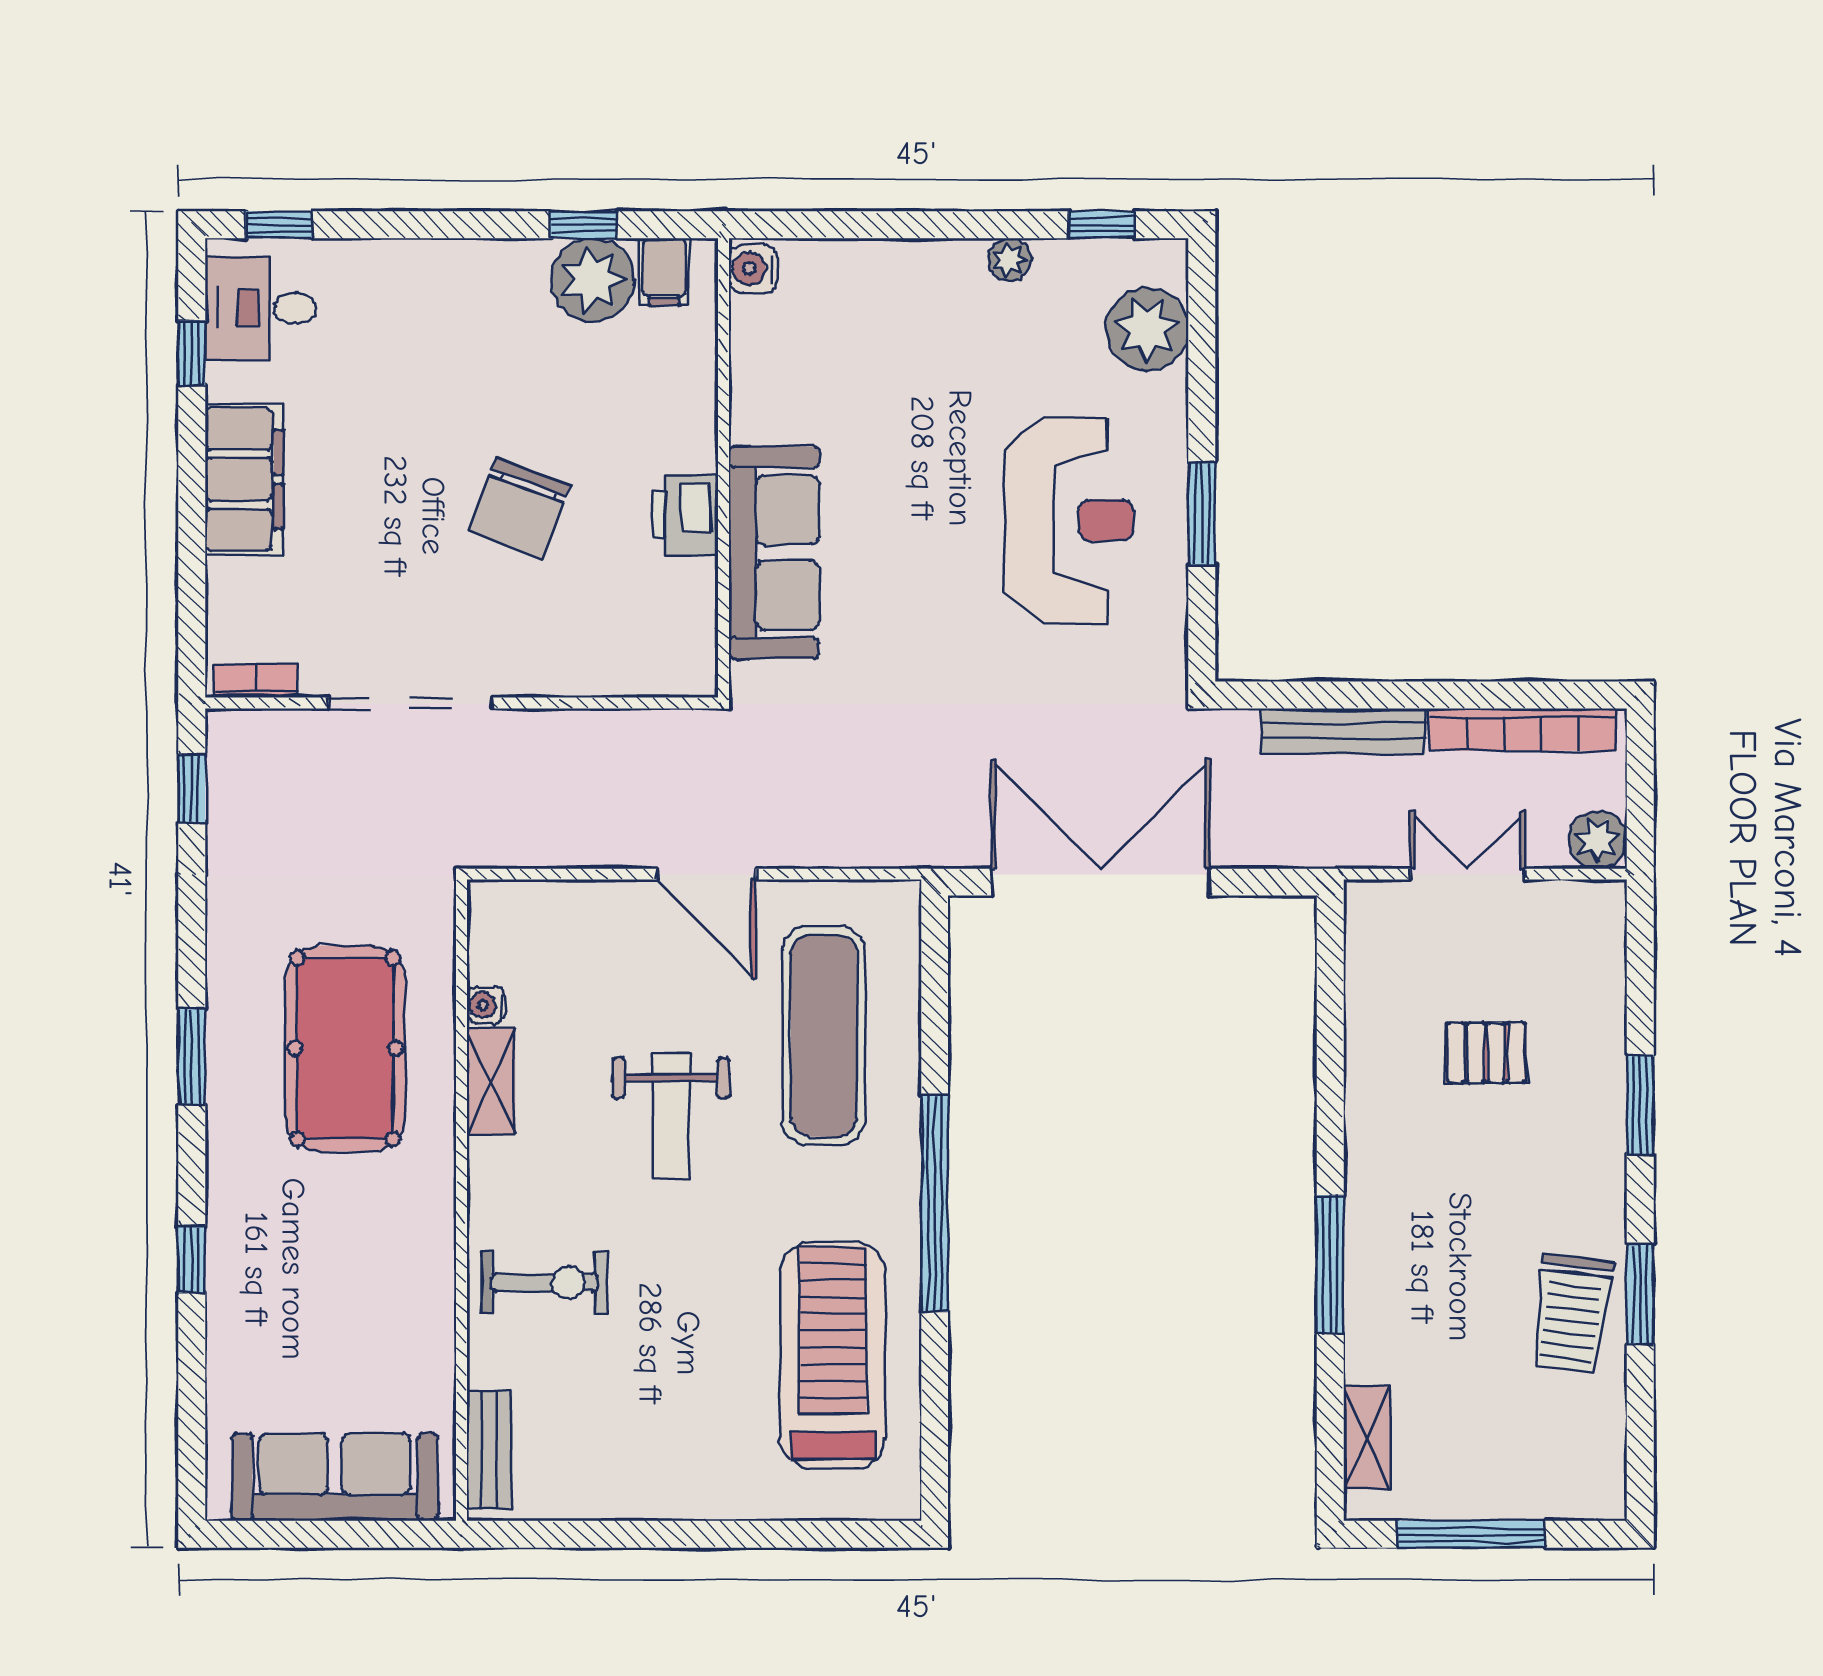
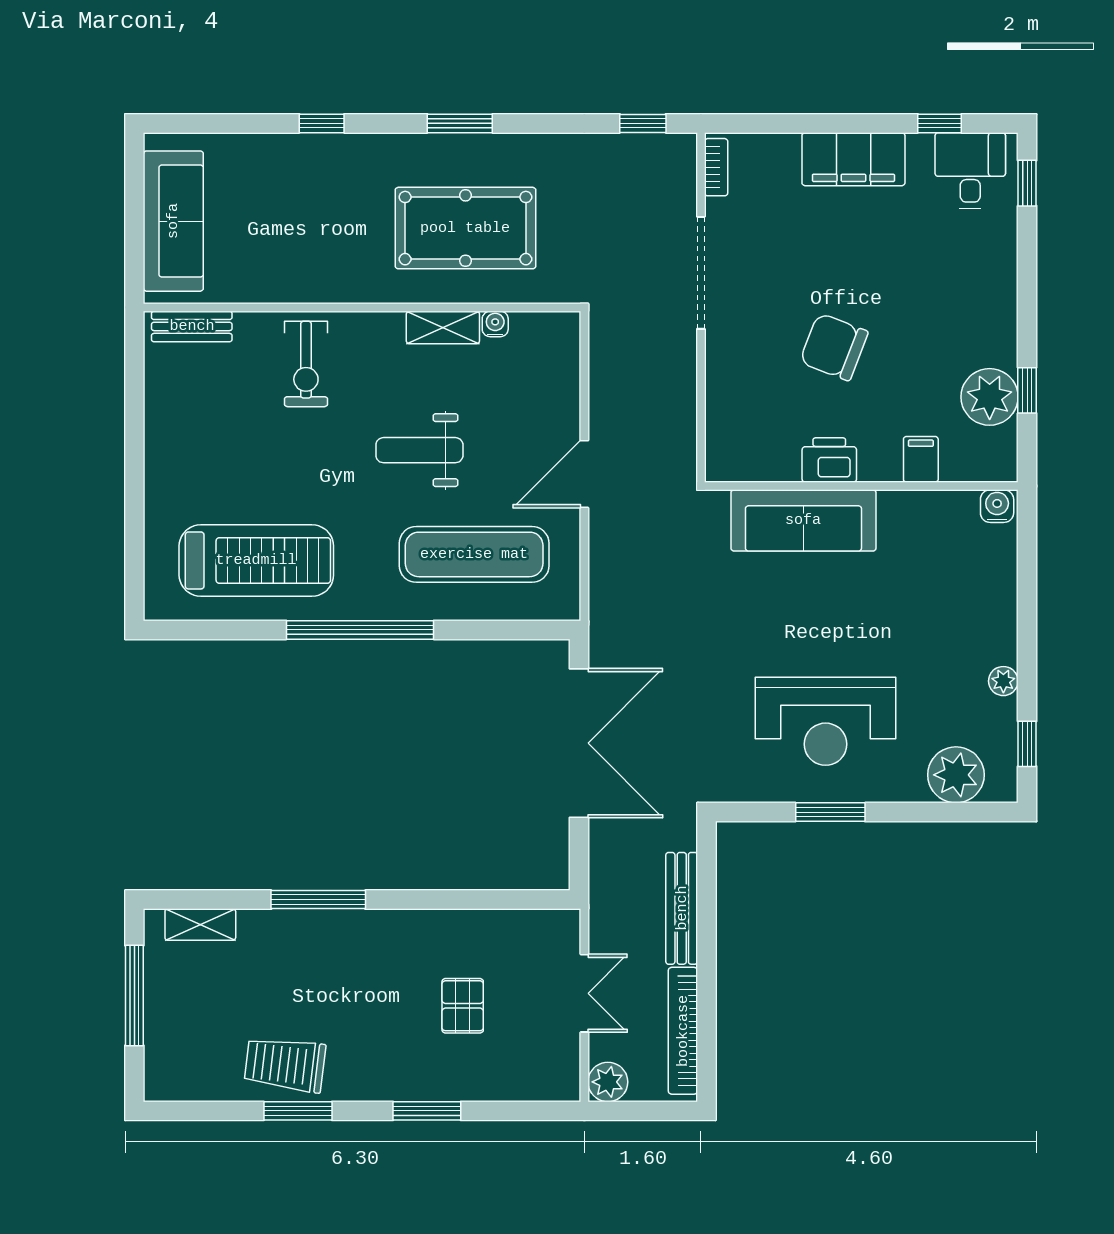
filing cabinet: (664, 272) -> (921, 459), moved, turned 90

